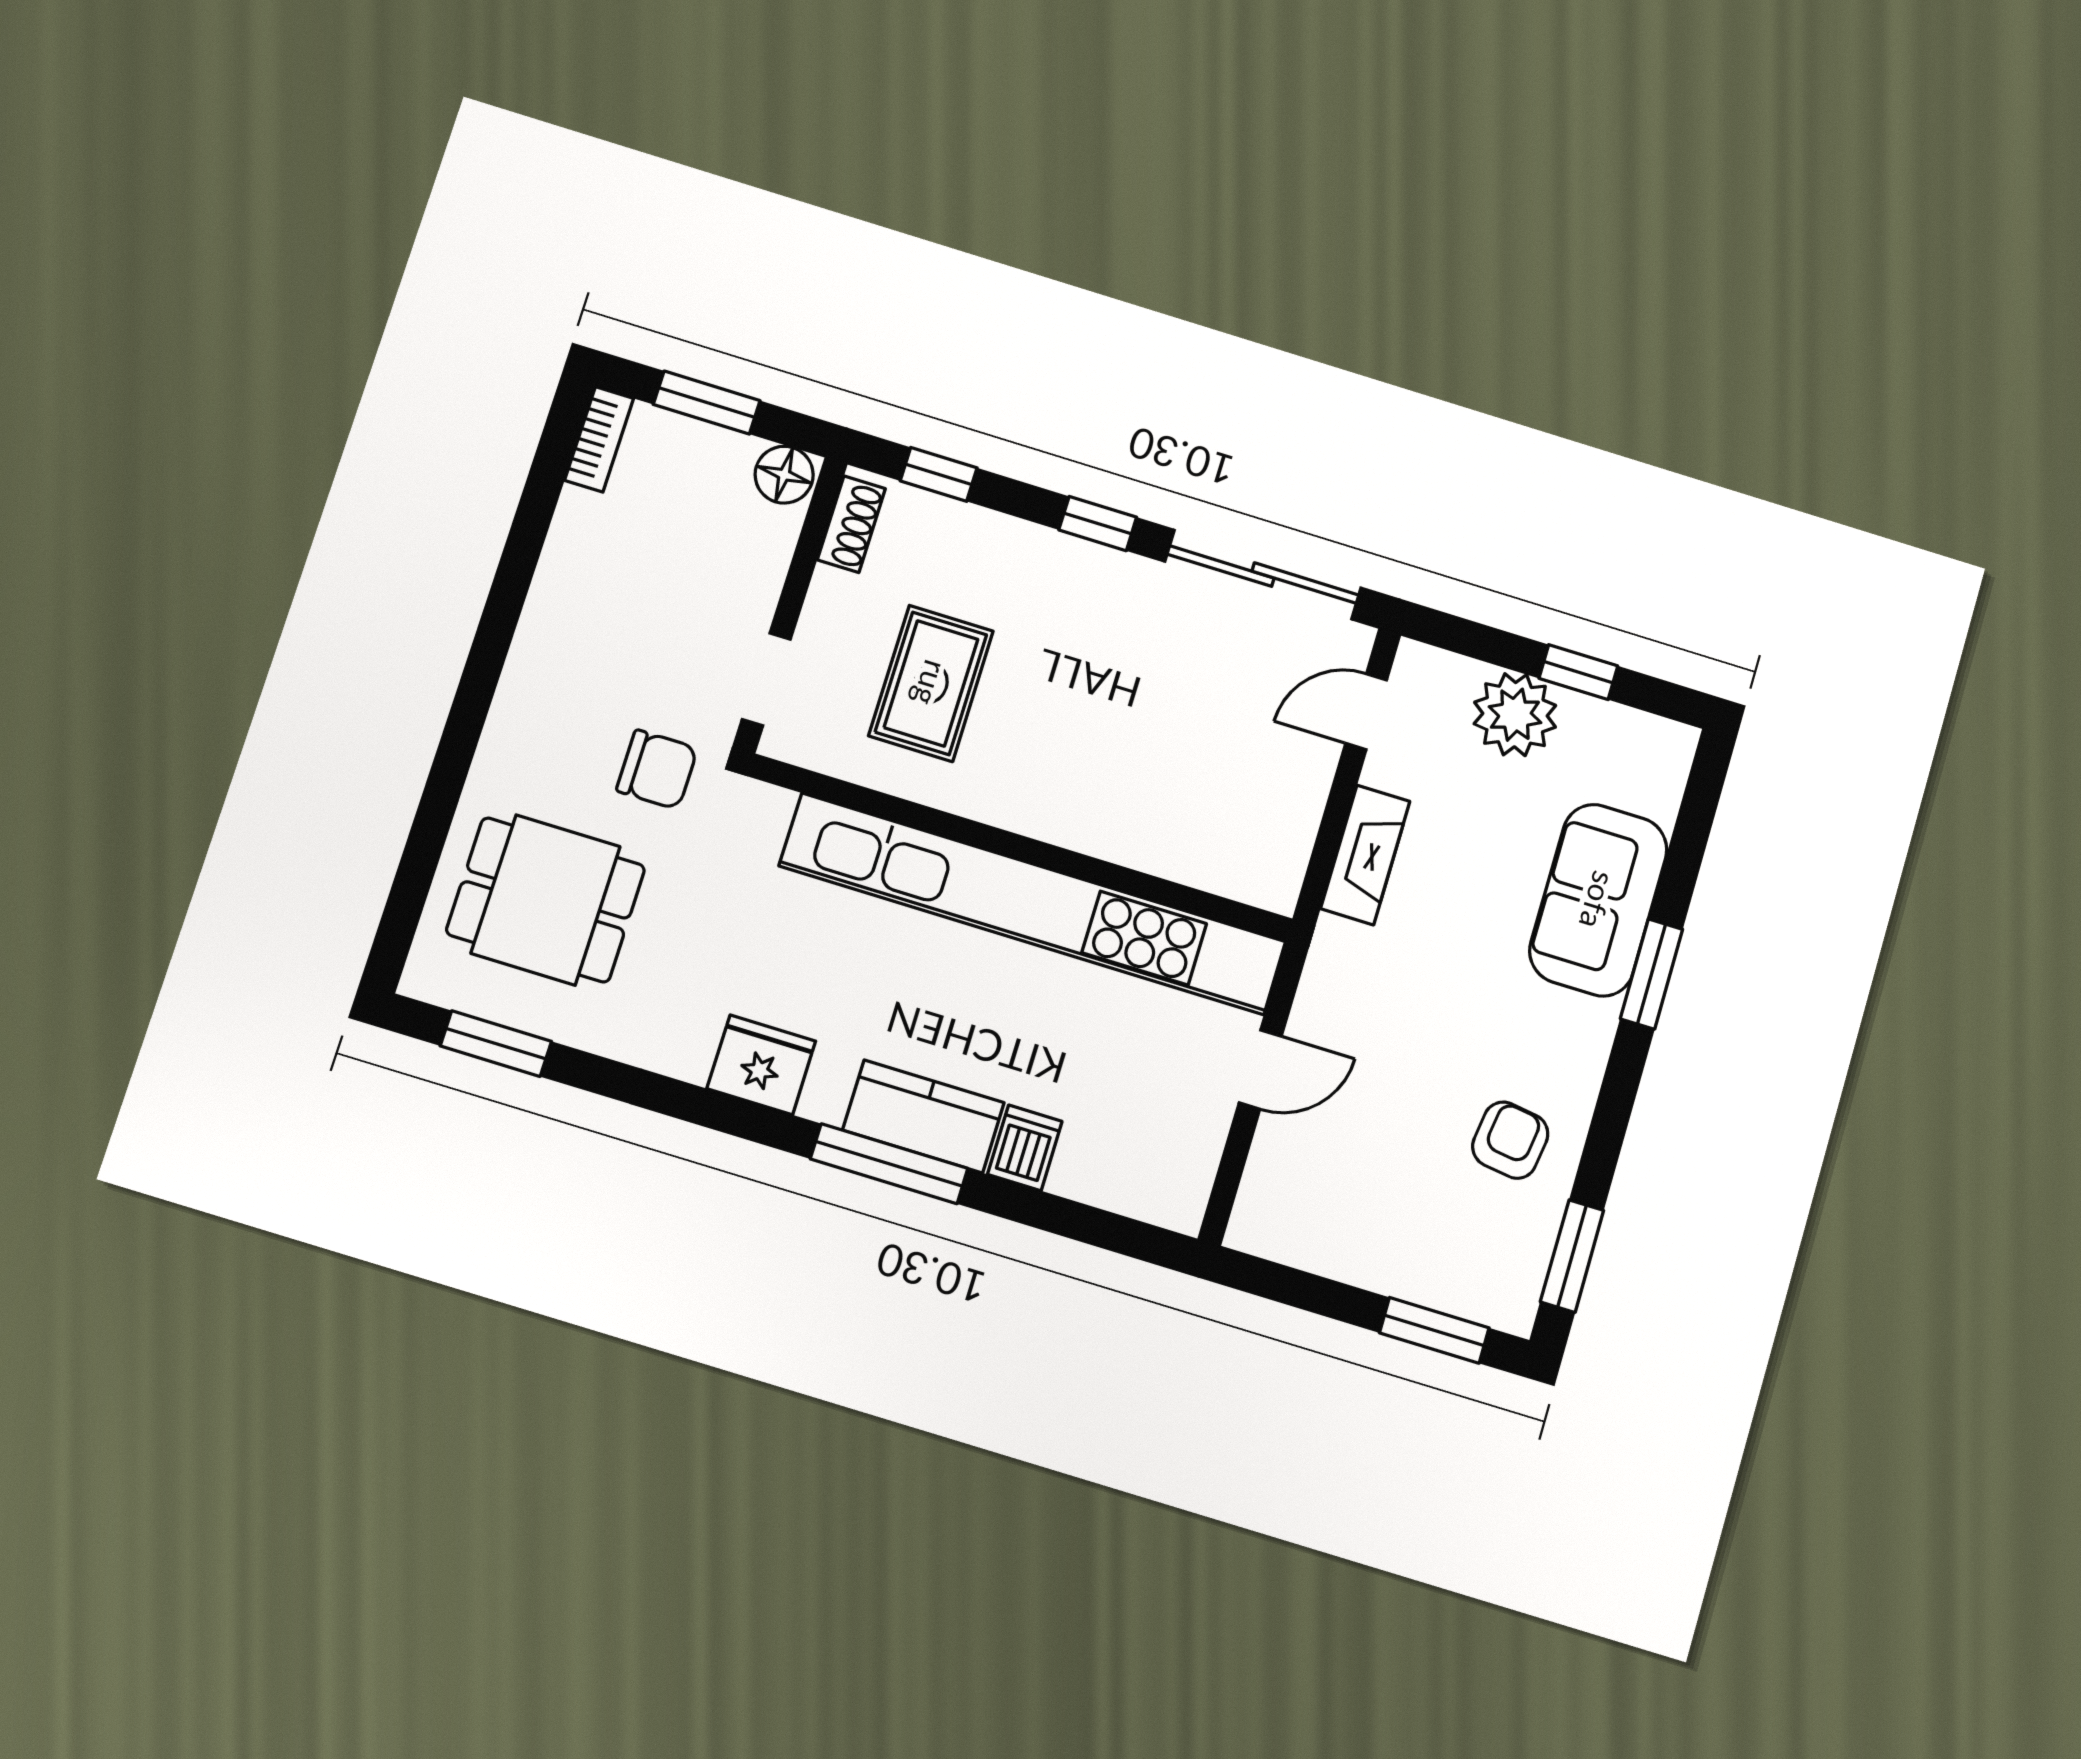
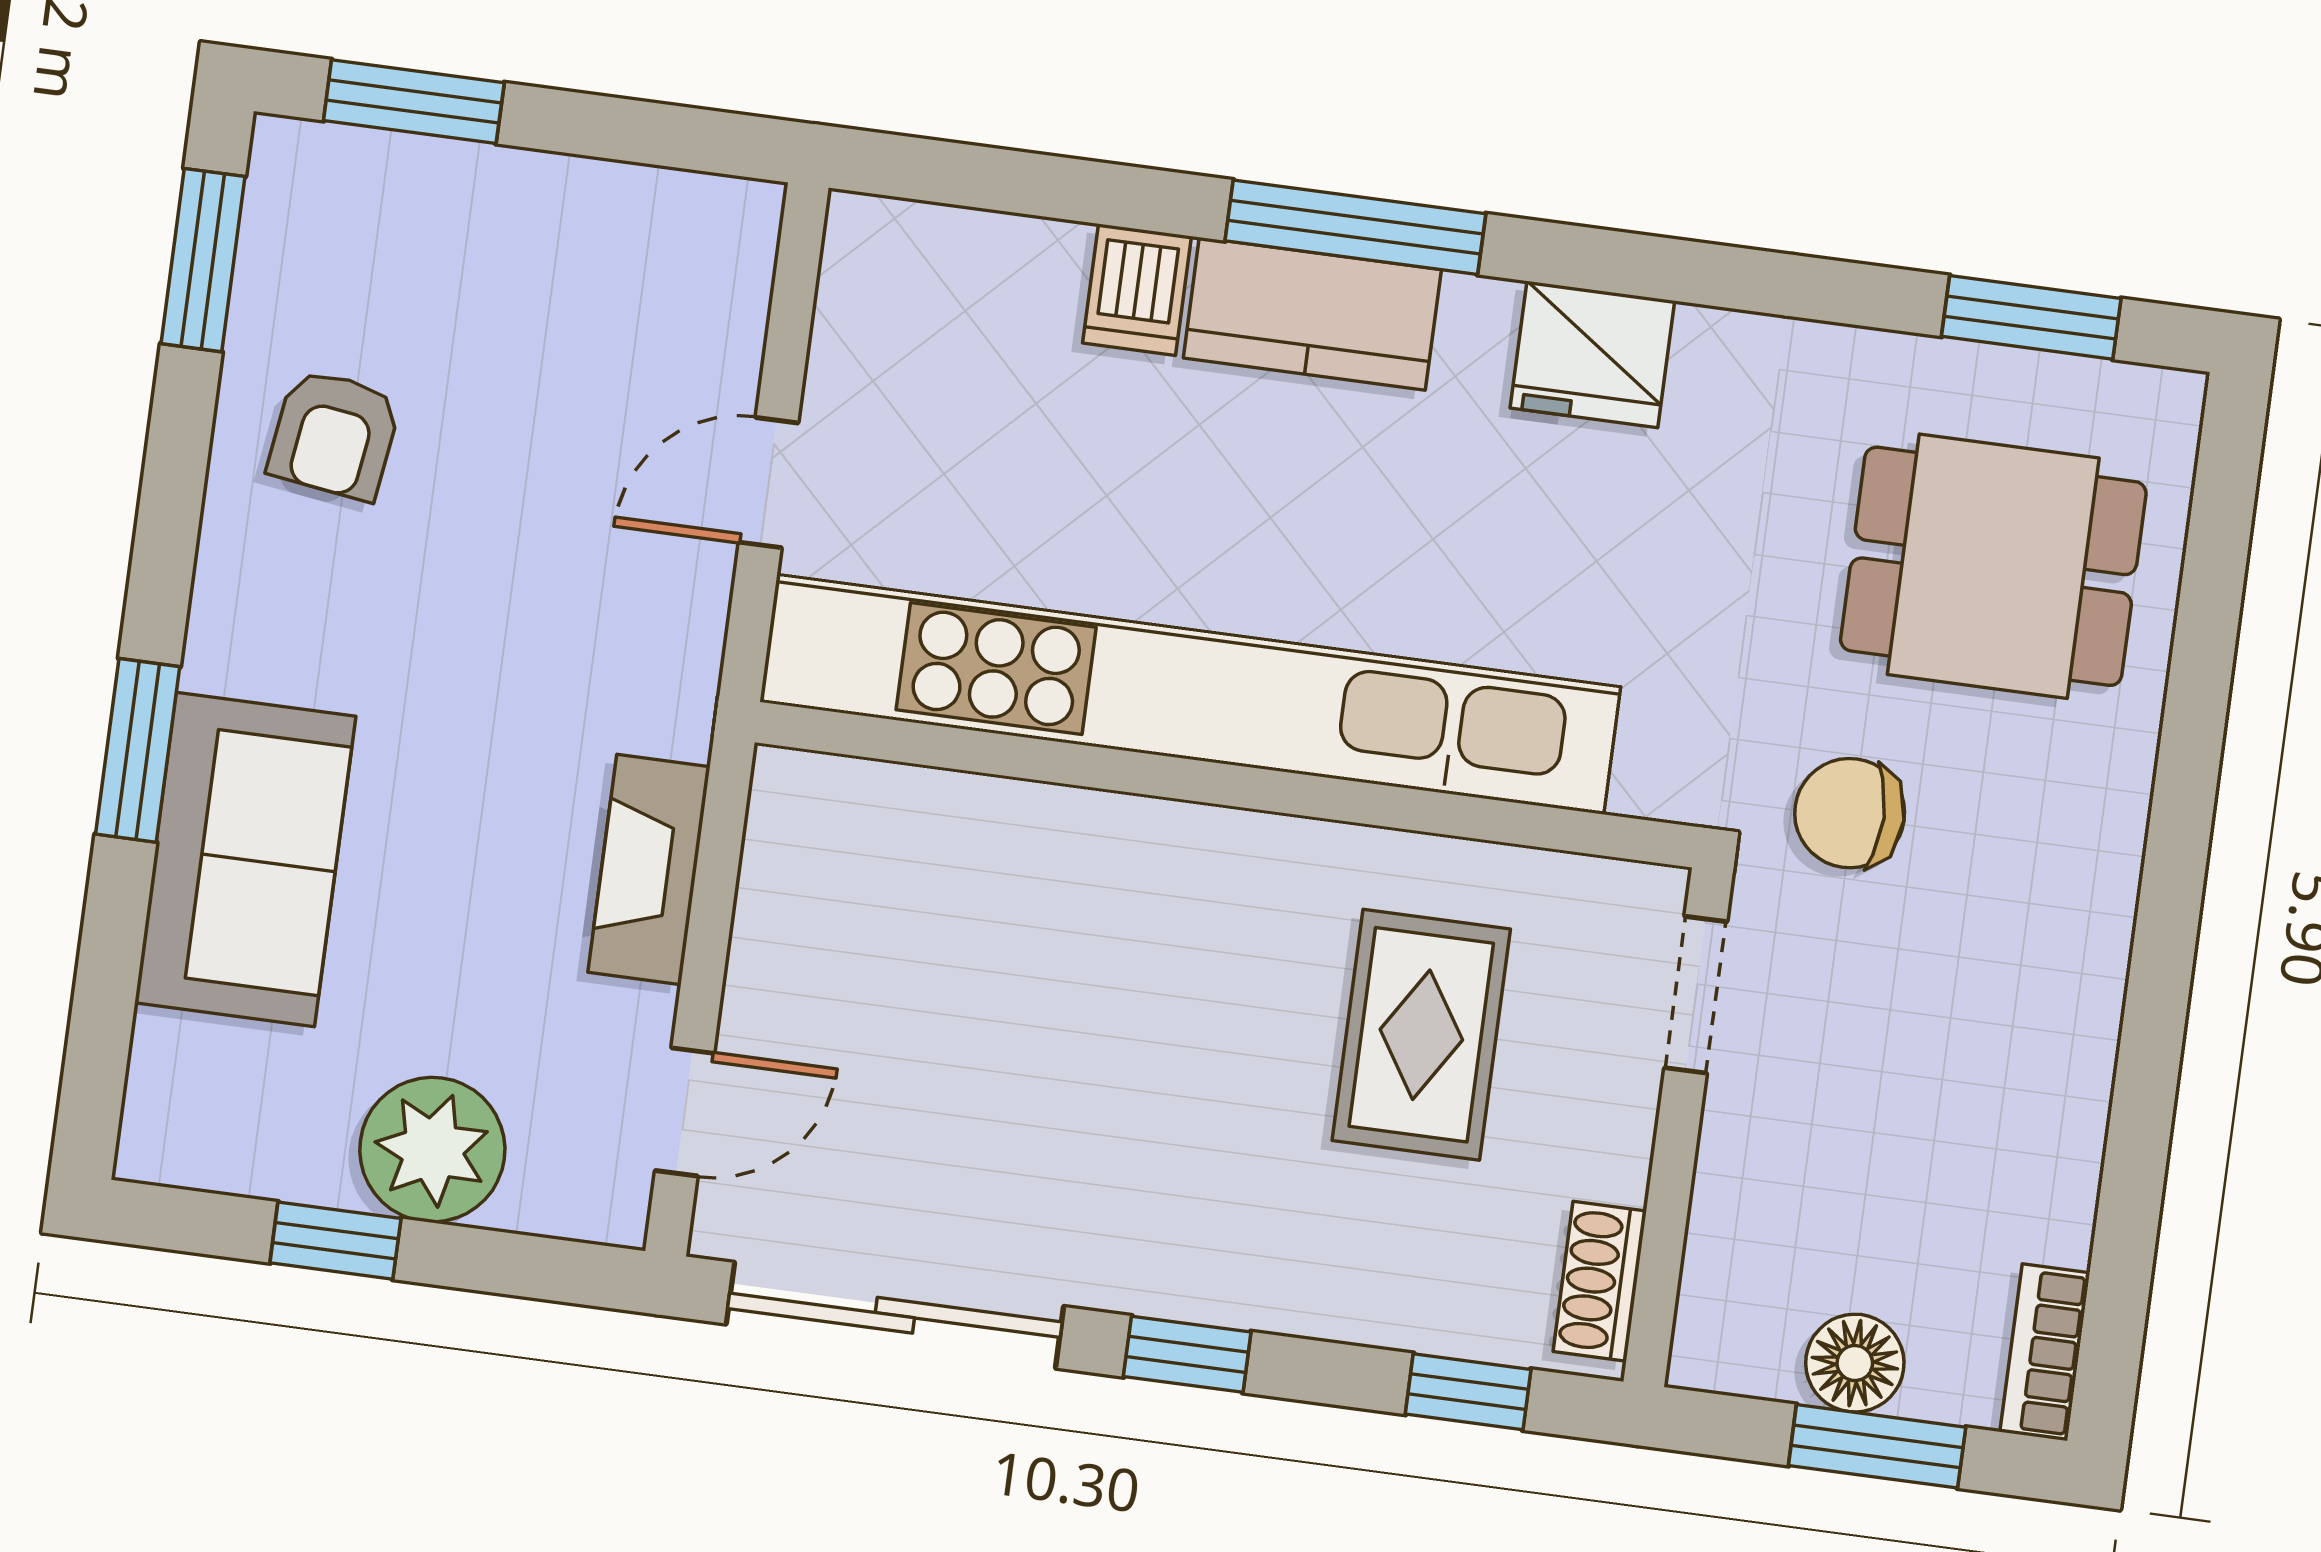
floor lamp: (784, 475) -> (1855, 1363), moved

